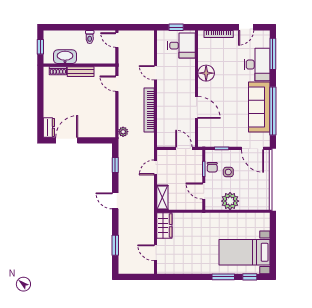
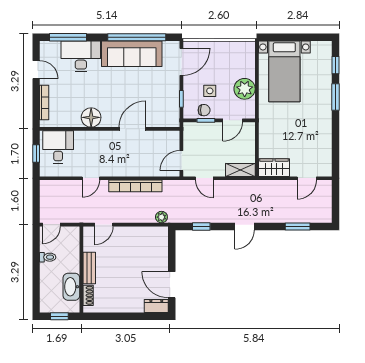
door: (184, 148) -> (181, 161), moved
bed with nightstands: (245, 252) -> (284, 71), moved

